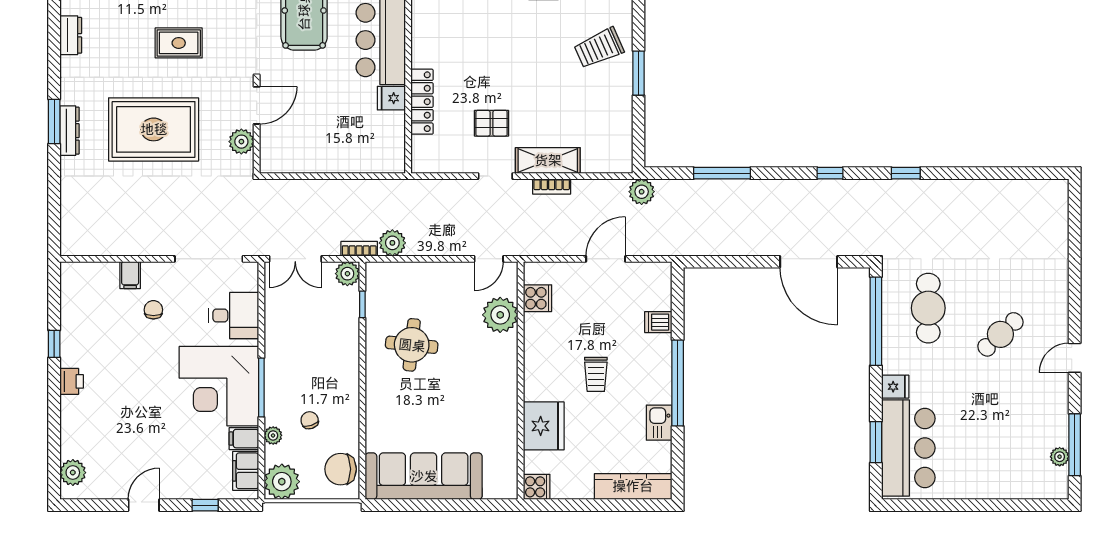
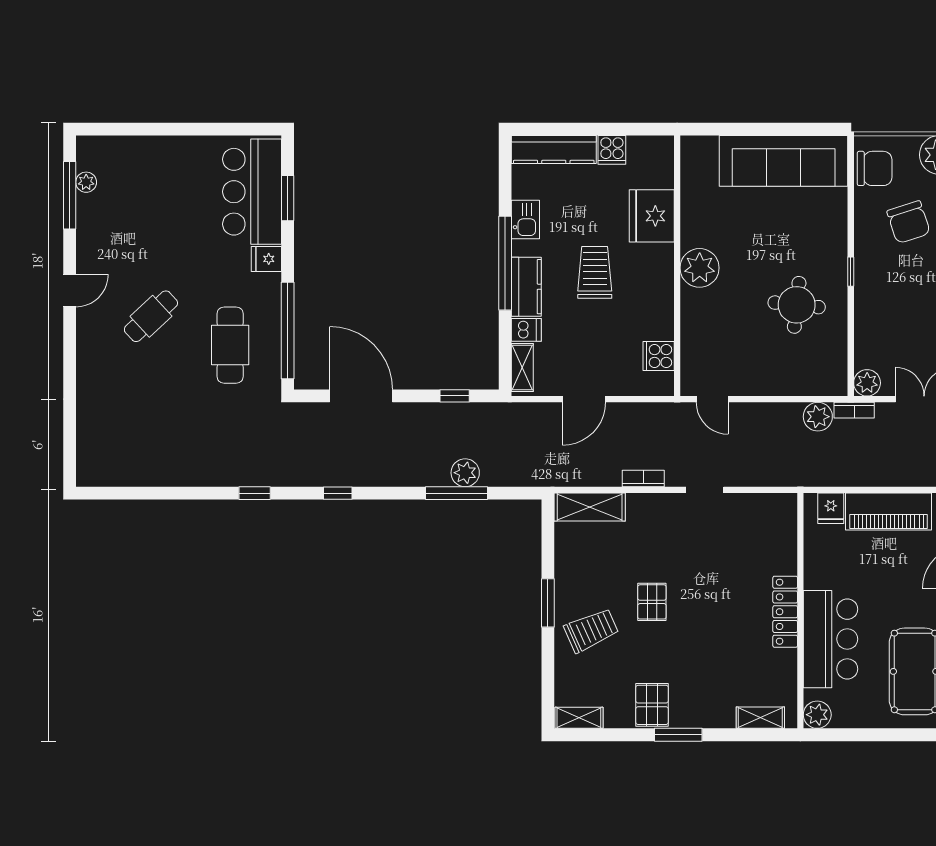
fridge: (391, 98) -> (831, 508), moved, turned 90
locker: (422, 102) -> (785, 612), moved
pallet: (492, 123) -> (652, 602), moved, turned 90
piano: (328, 156) -> (889, 511), added
shelving: (548, 160) -> (590, 507), moved
plant: (642, 192) -> (465, 473), moved
door: (489, 259) -> (712, 399), swing flipped
window: (723, 262) -> (455, 396), added
shelving: (662, 288) -> (522, 367), added
window: (362, 304) -> (851, 272), moved
plant: (500, 315) -> (700, 268), moved
kitchen counter: (658, 361) -> (526, 287), added
trolley: (596, 374) -> (595, 272), width x1.36, depth x1.39
chair: (310, 420) -> (909, 222), width x1.87, depth x1.87
cooker: (537, 487) -> (612, 150), moved, turned -90

